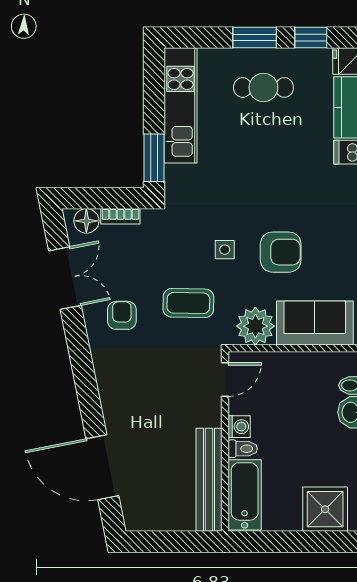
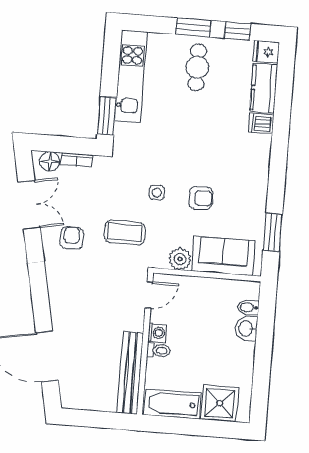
cafe table: (263, 87) -> (197, 67), turned 90
armchair: (281, 252) -> (201, 198), width x0.72, depth x0.72
plant: (255, 326) -> (180, 259), width x0.73, depth x0.73
bathtub: (245, 495) -> (173, 404), moved, turned -90

